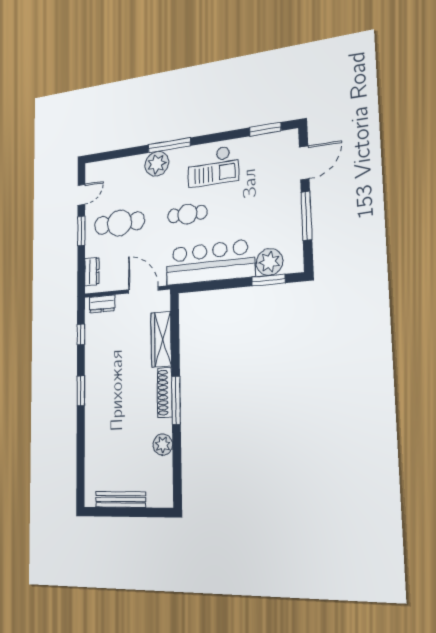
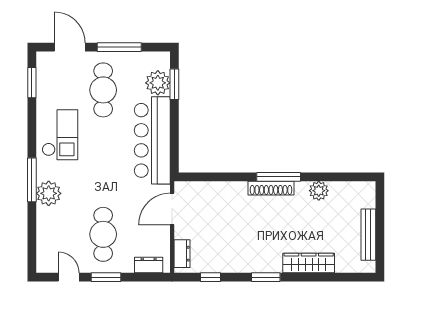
cafe table: (187, 214) -> (103, 90), moved, width x1.37, depth x1.35
wardrobe: (161, 339) -> (309, 263), moved, turned 180

